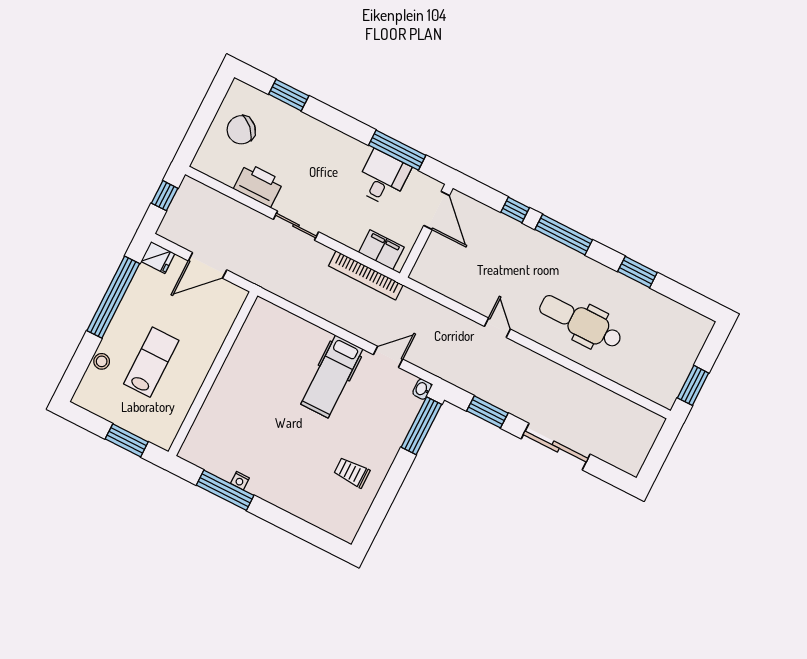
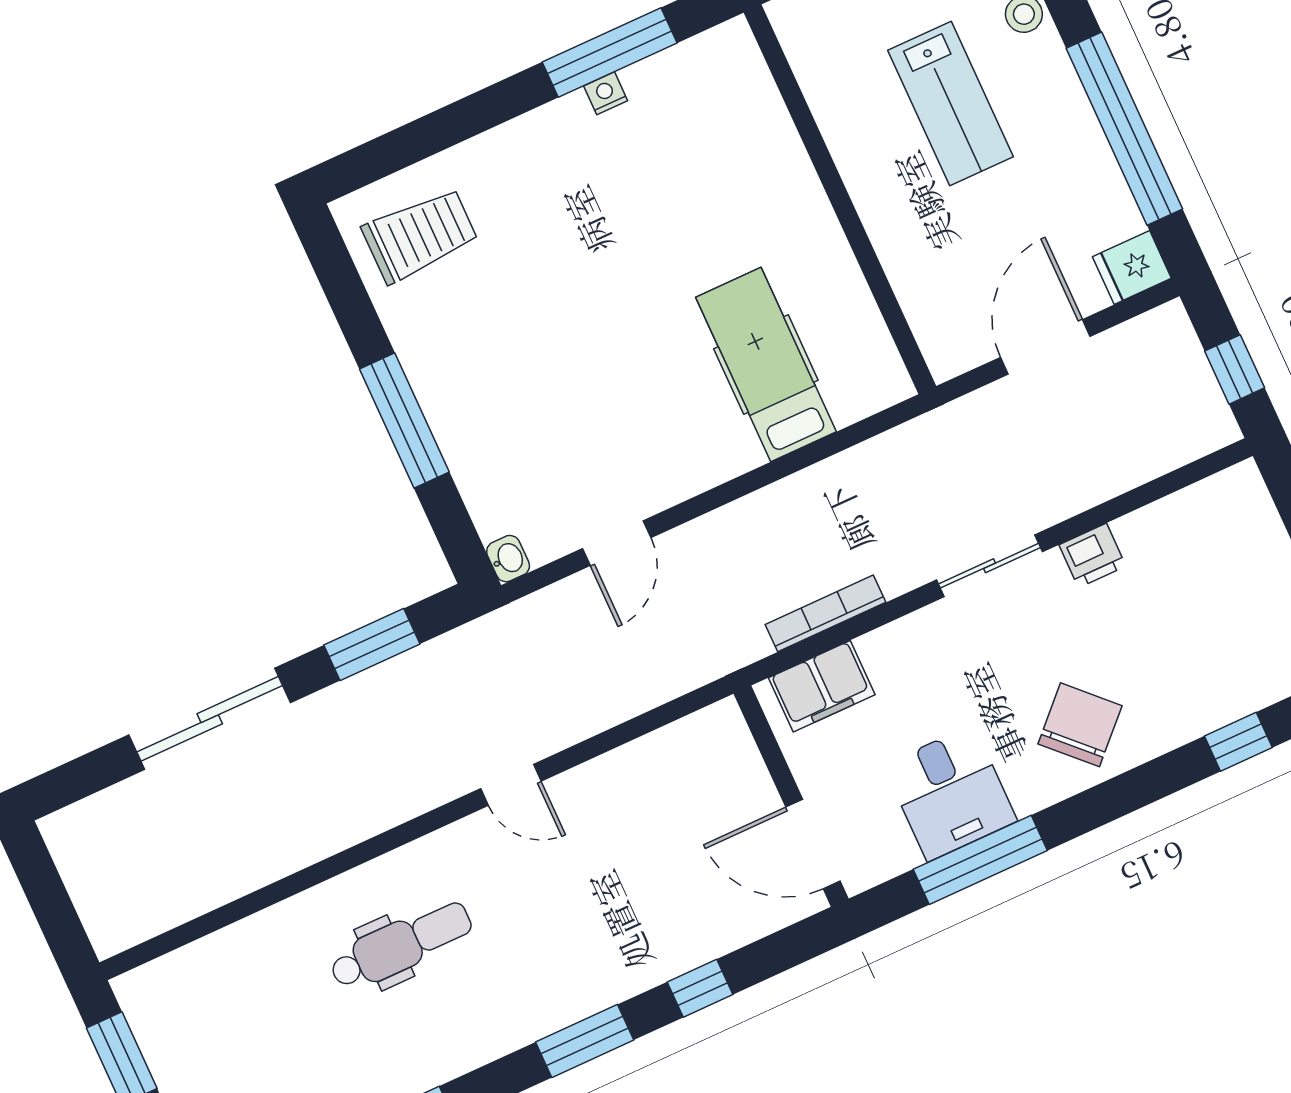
window: (289, 95) -> (1238, 742), width x0.67
chair: (241, 130) -> (1080, 725), moved
printer: (259, 185) -> (1092, 555), width x0.53, depth x0.68
window: (564, 235) -> (585, 1041), width x0.69
bookcase: (366, 275) -> (825, 613), width x0.68, depth x0.76
dental chair: (581, 322) -> (401, 945), width x0.73, depth x0.72
hospital bed: (332, 377) -> (766, 365), moved
window: (421, 426) -> (404, 421), moved
trolley: (352, 472) -> (420, 235), moved, width x1.36, depth x1.39

